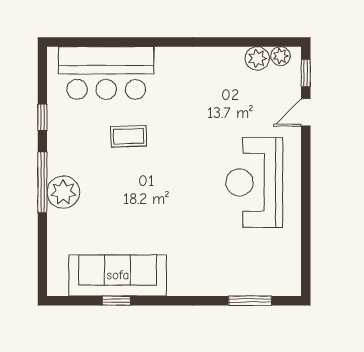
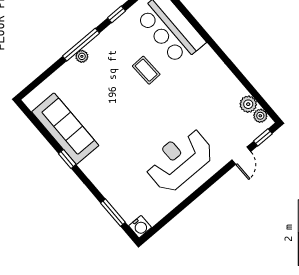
door: (306, 112) -> (241, 156), swing flipped
plant: (63, 192) -> (82, 56), width x0.53, depth x0.53
water cooler: (290, 285) -> (140, 227), added
window: (116, 301) -> (67, 159), moved

